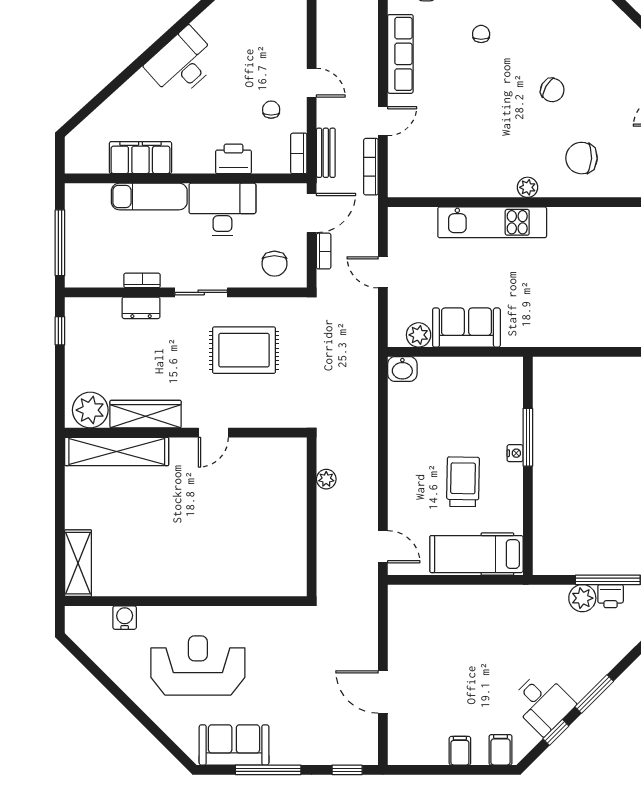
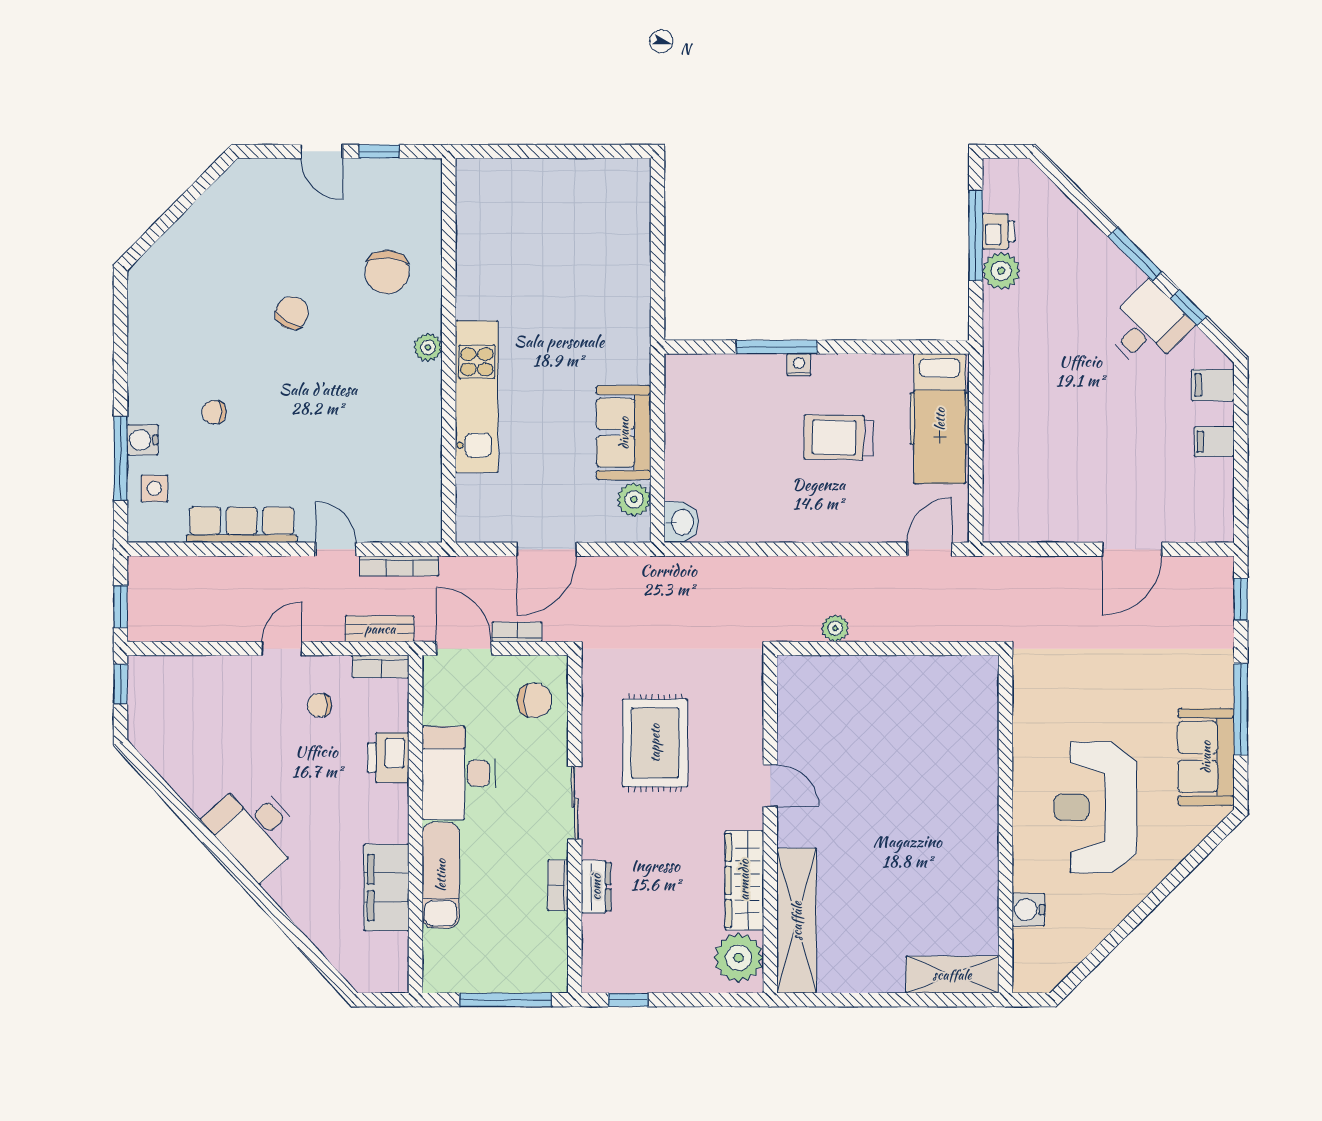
door: (383, 272) -> (547, 549), width x1.37

